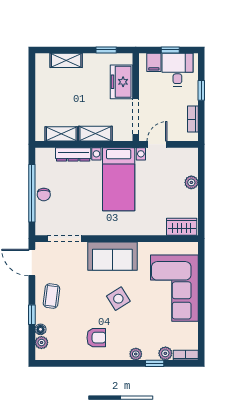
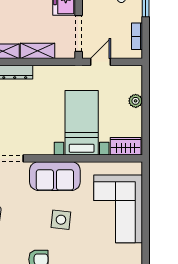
bed with nightstands: (119, 179) -> (82, 123), moved, turned 180
side table: (118, 299) -> (61, 220), turned 38

